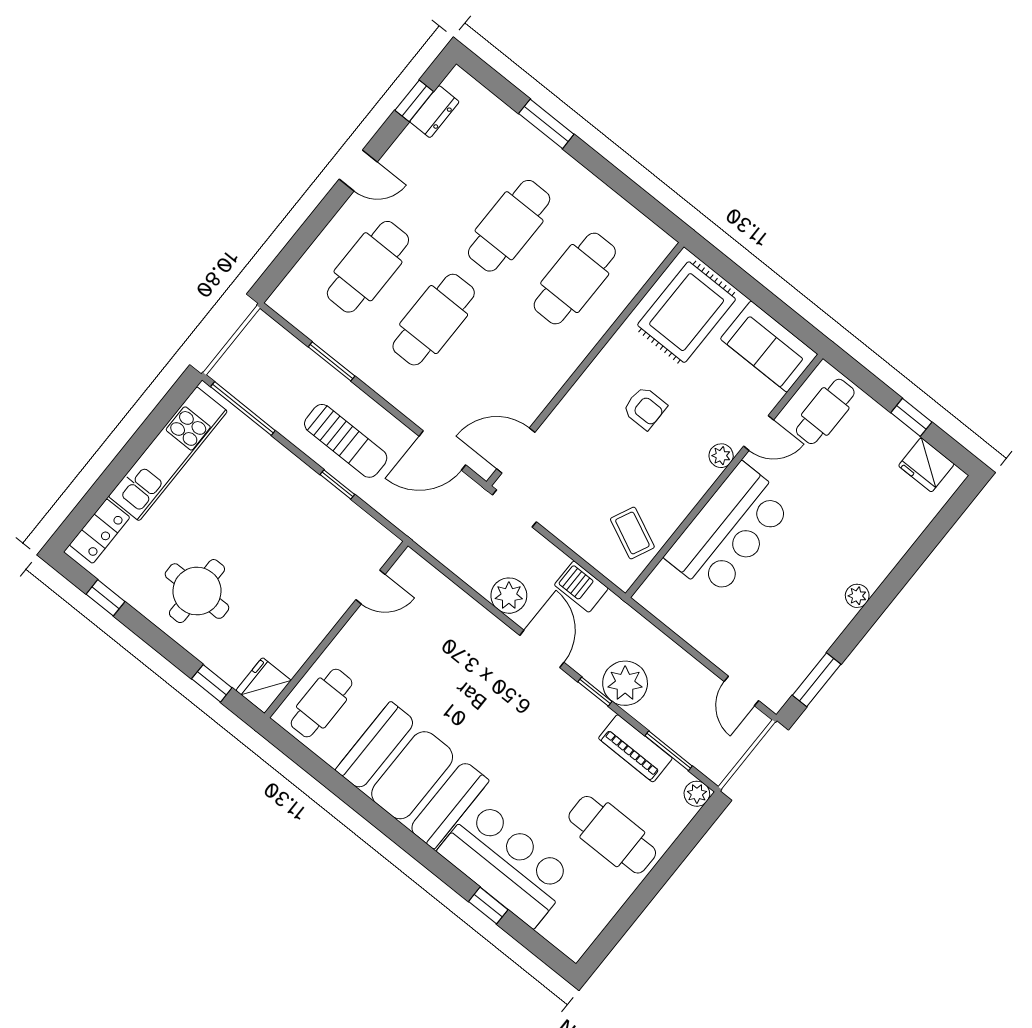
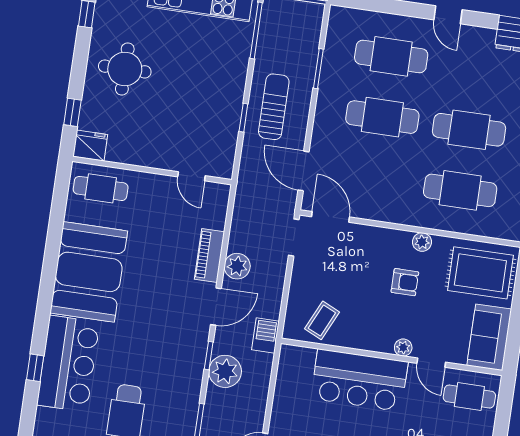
plant: (609, 360) -> (422, 242), added
armchair: (645, 408) -> (405, 282), turned -90
sun lounger: (346, 441) -> (274, 107), turned 180
barbecue: (581, 587) -> (266, 336), moved
piano: (635, 748) -> (209, 256), moved

